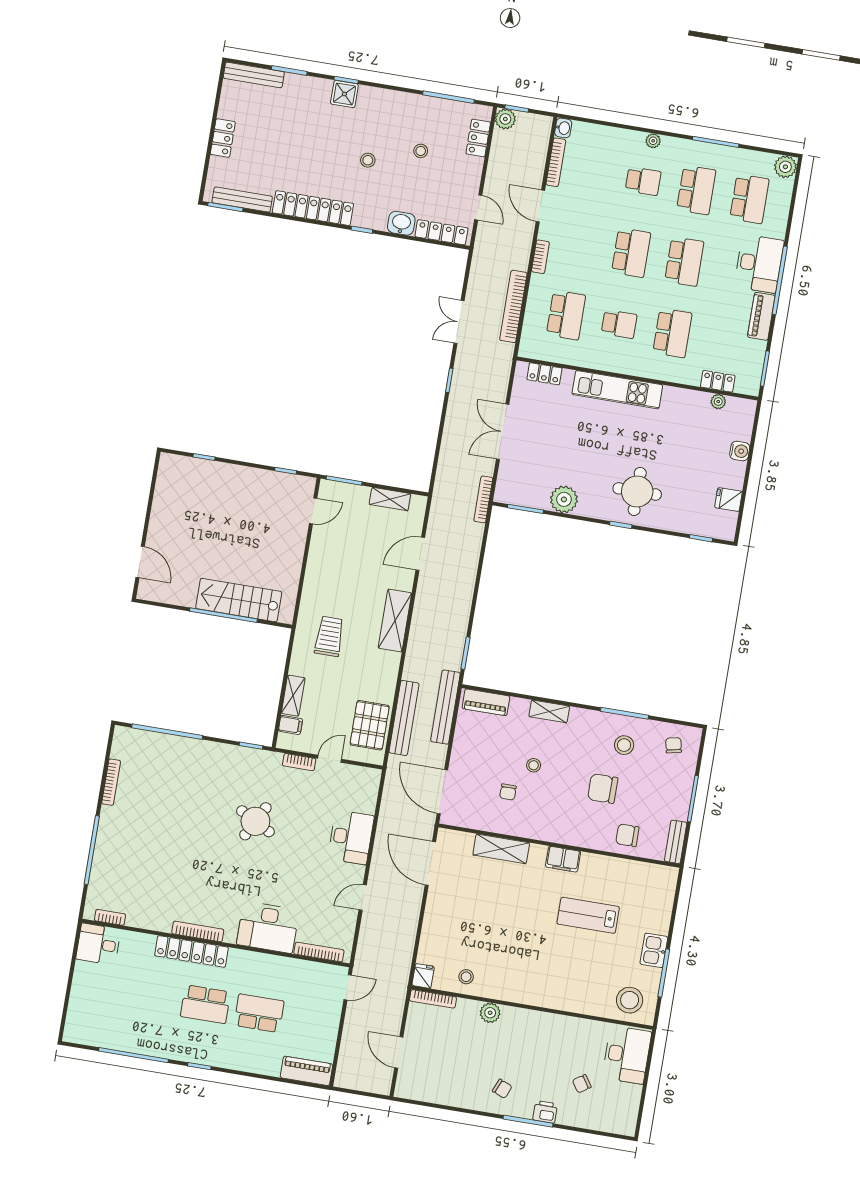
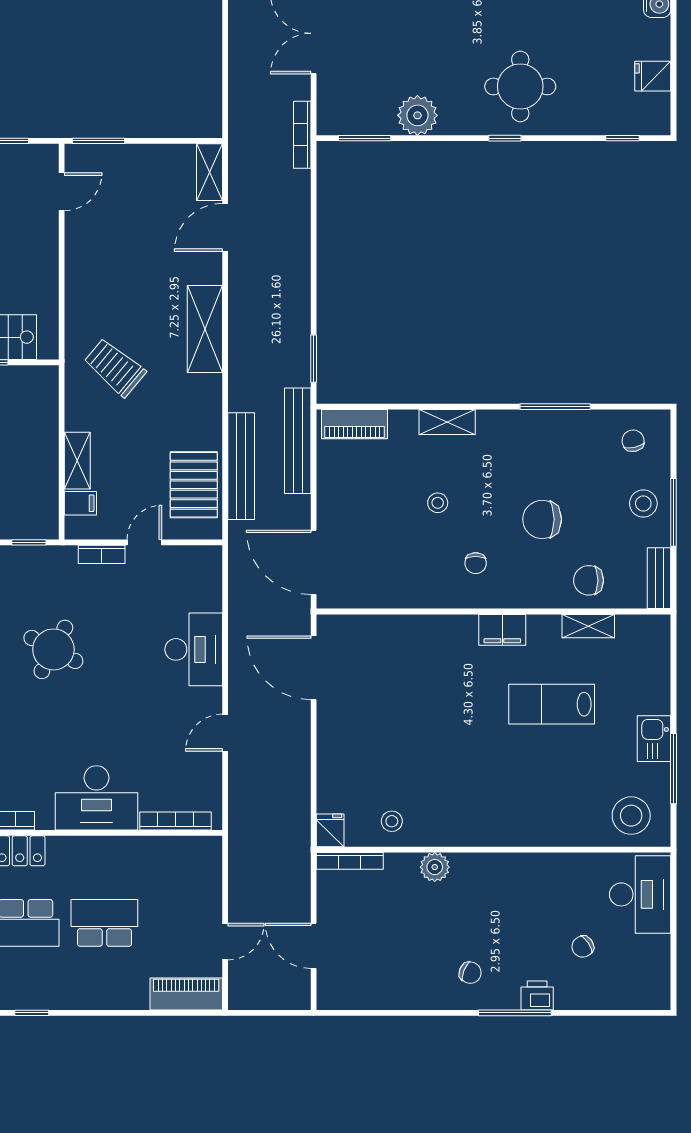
shelving: (390, 499) -> (209, 172), moved, turned 90
trolley: (329, 636) -> (115, 367), turned -50
stool: (624, 745) -> (643, 503), moved
chair: (508, 792) -> (476, 563), moved
shelving: (501, 849) -> (588, 626), moved, width x0.67, depth x0.75
door: (348, 987) -> (225, 942), moved

